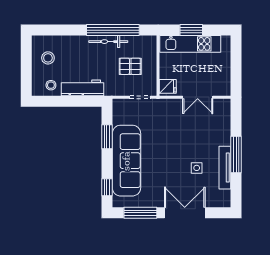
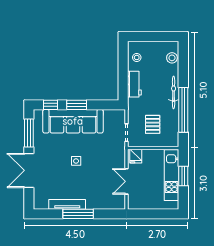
bicycle: (108, 42) -> (174, 92), moved
stool: (48, 58) -> (172, 58), moved
workbench: (83, 88) -> (134, 84), width x0.73
window: (107, 137) -> (77, 105), moved
side table: (197, 168) -> (76, 161), moved
double door: (185, 213) -> (29, 170), swing flipped

